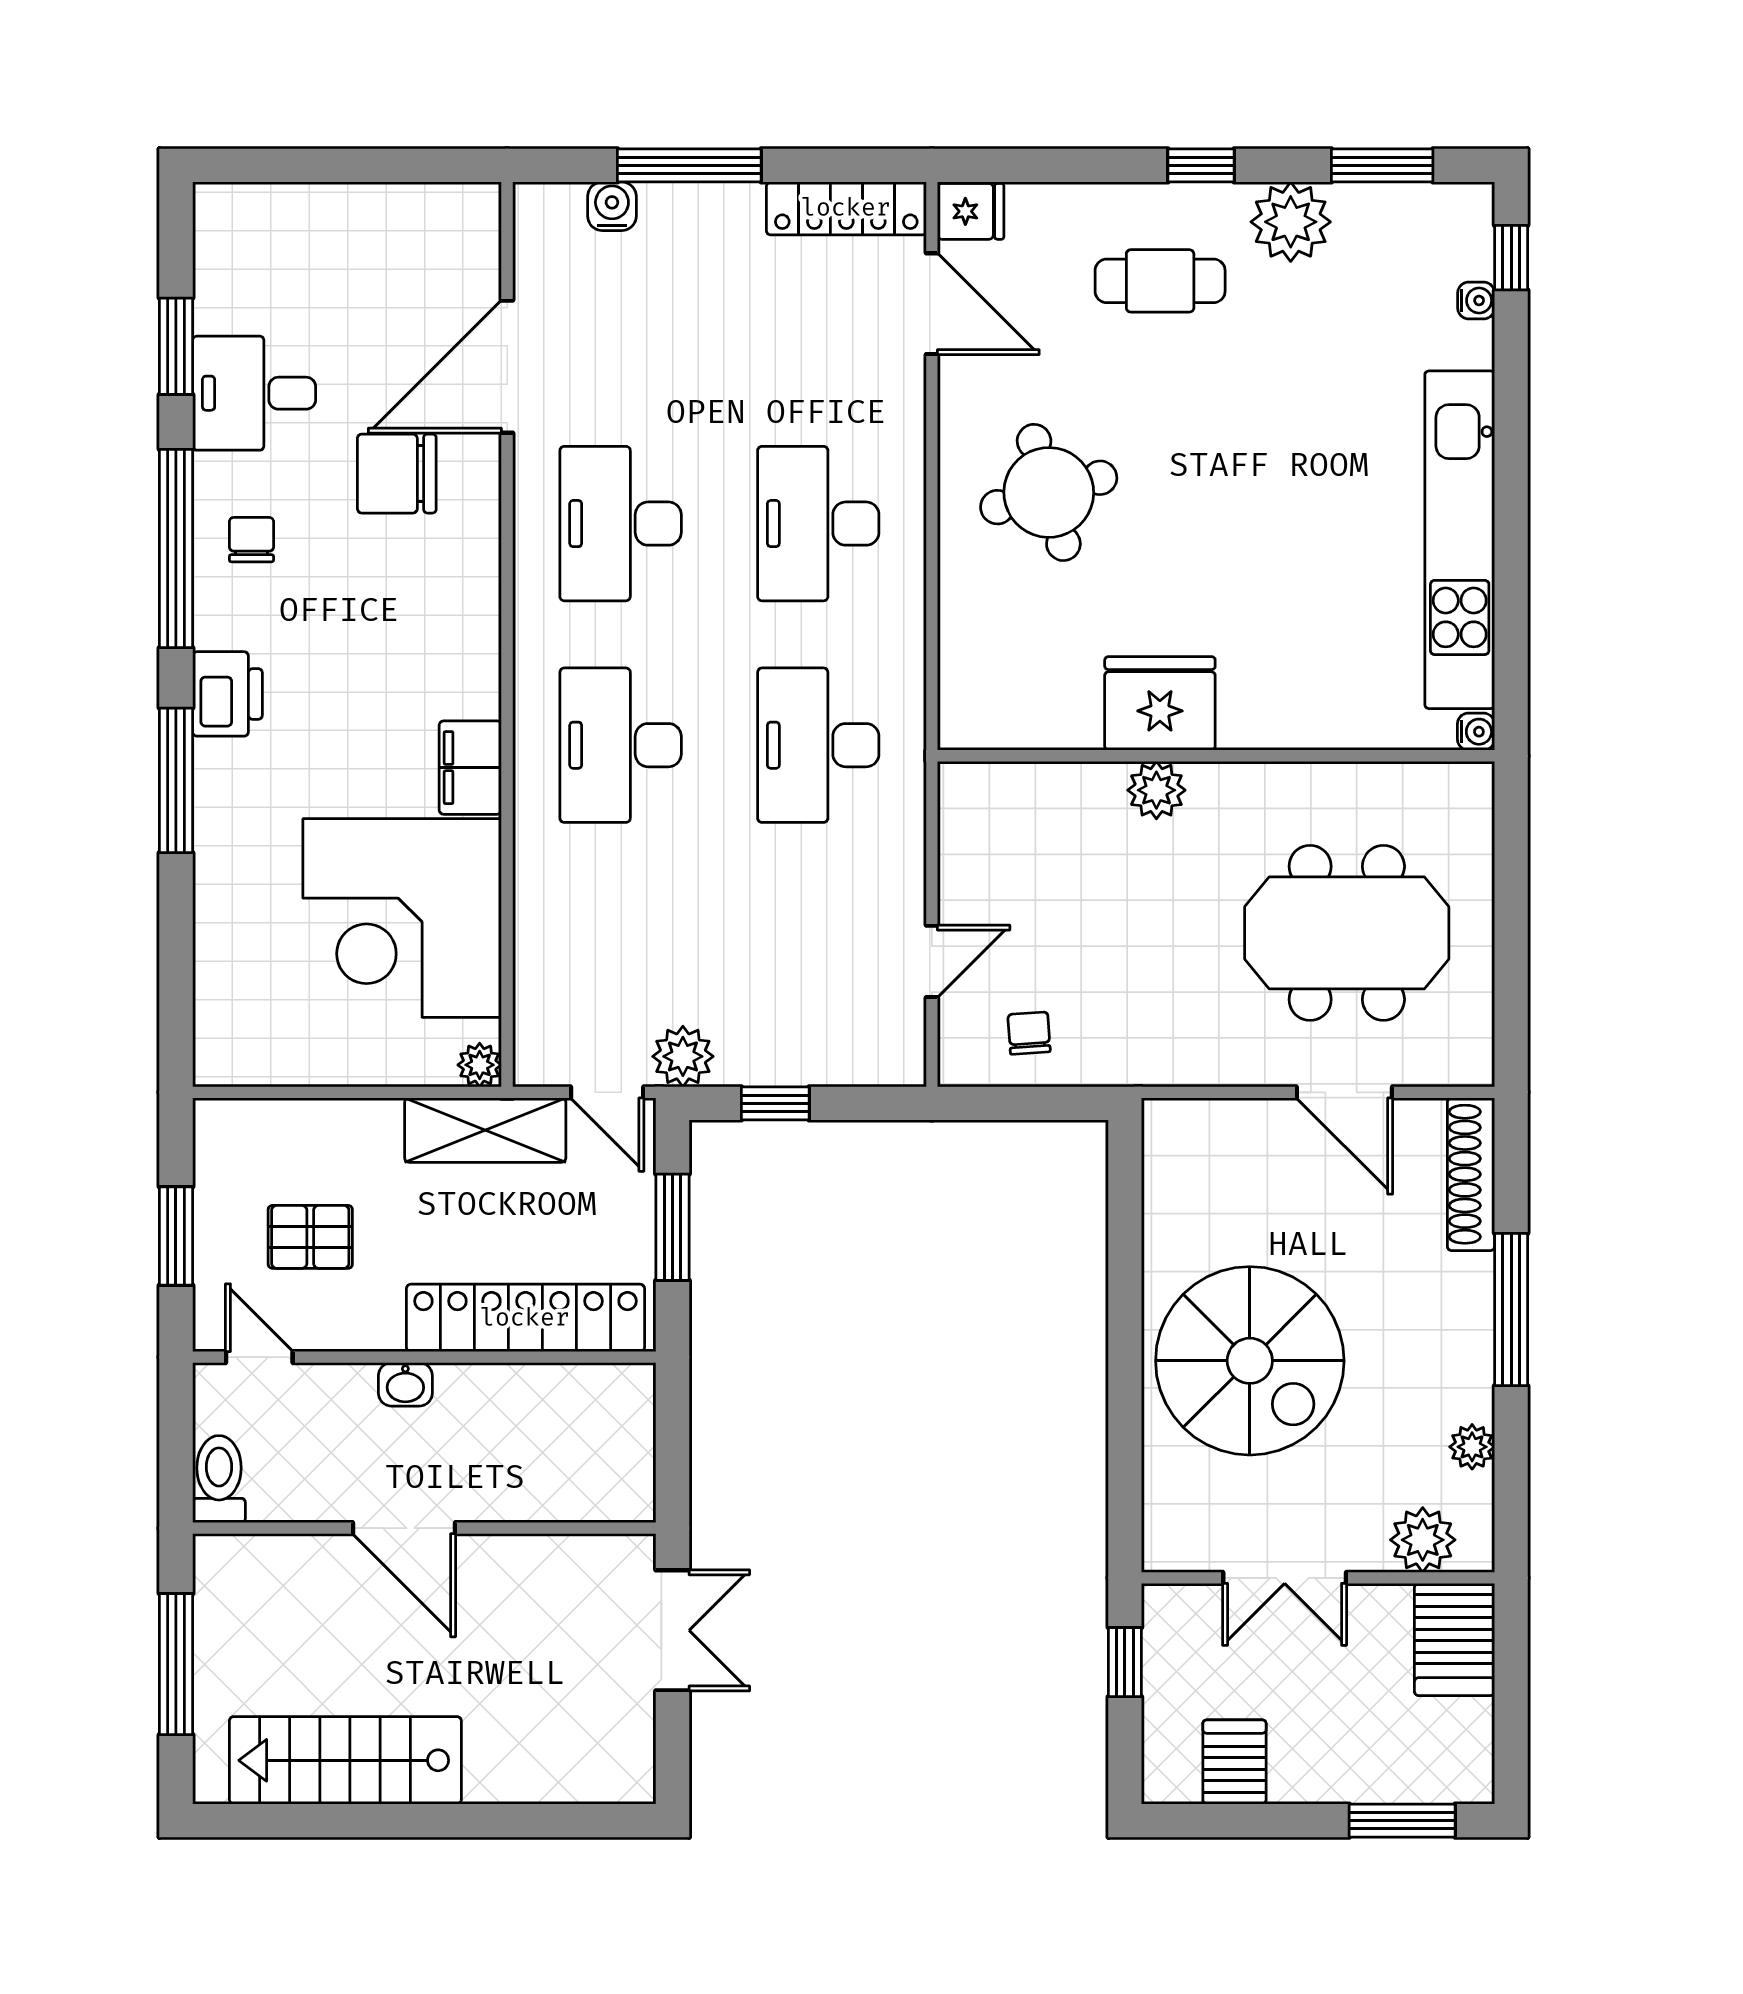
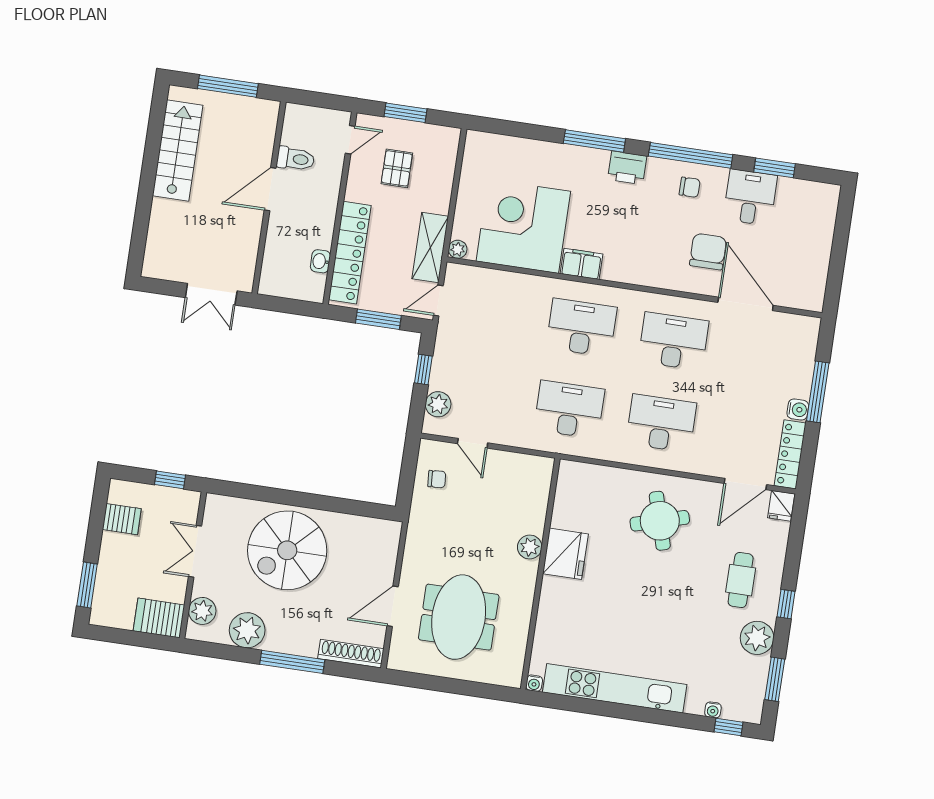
water cooler: (612, 206) -> (798, 410), moved
plant: (683, 1056) -> (438, 404), moved
washbasin: (405, 1384) -> (320, 261), moved
plant: (1472, 1447) -> (247, 630), width x1.87, depth x1.87
toilet: (219, 1479) -> (296, 159), moved

